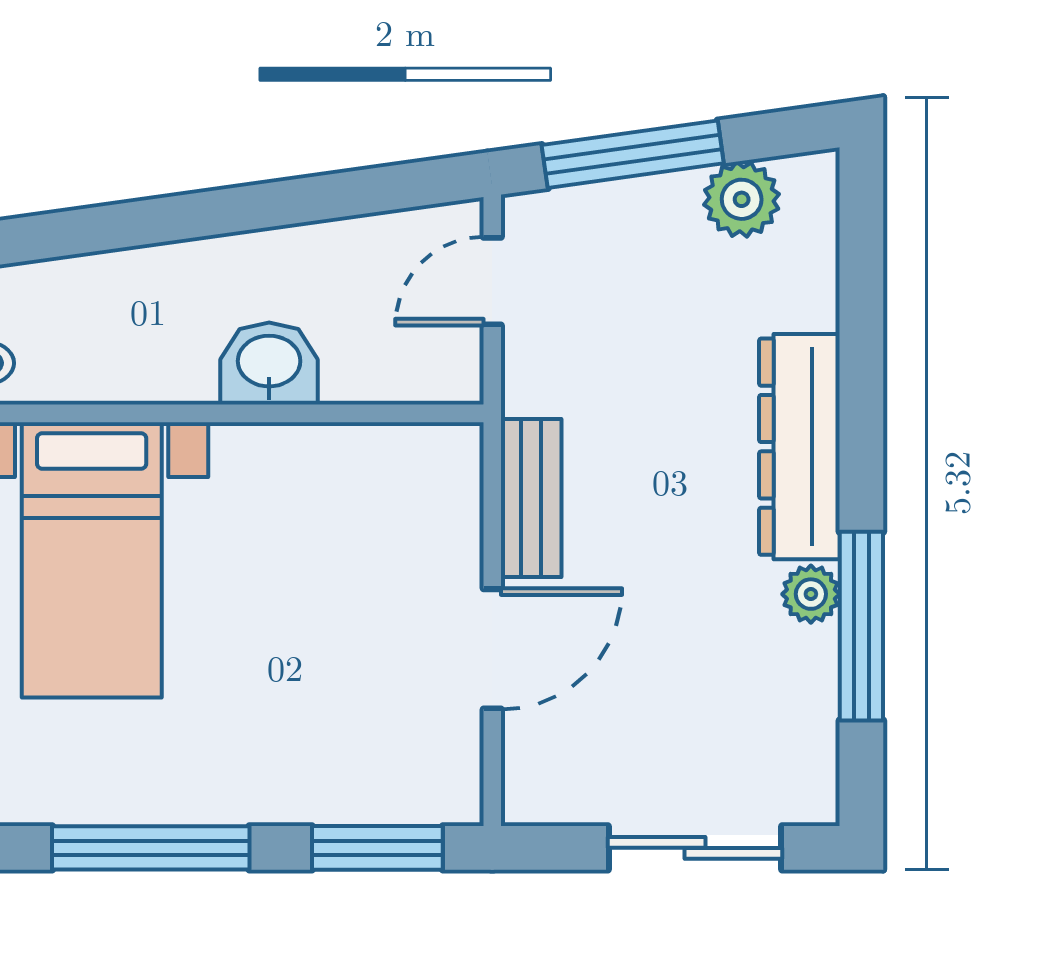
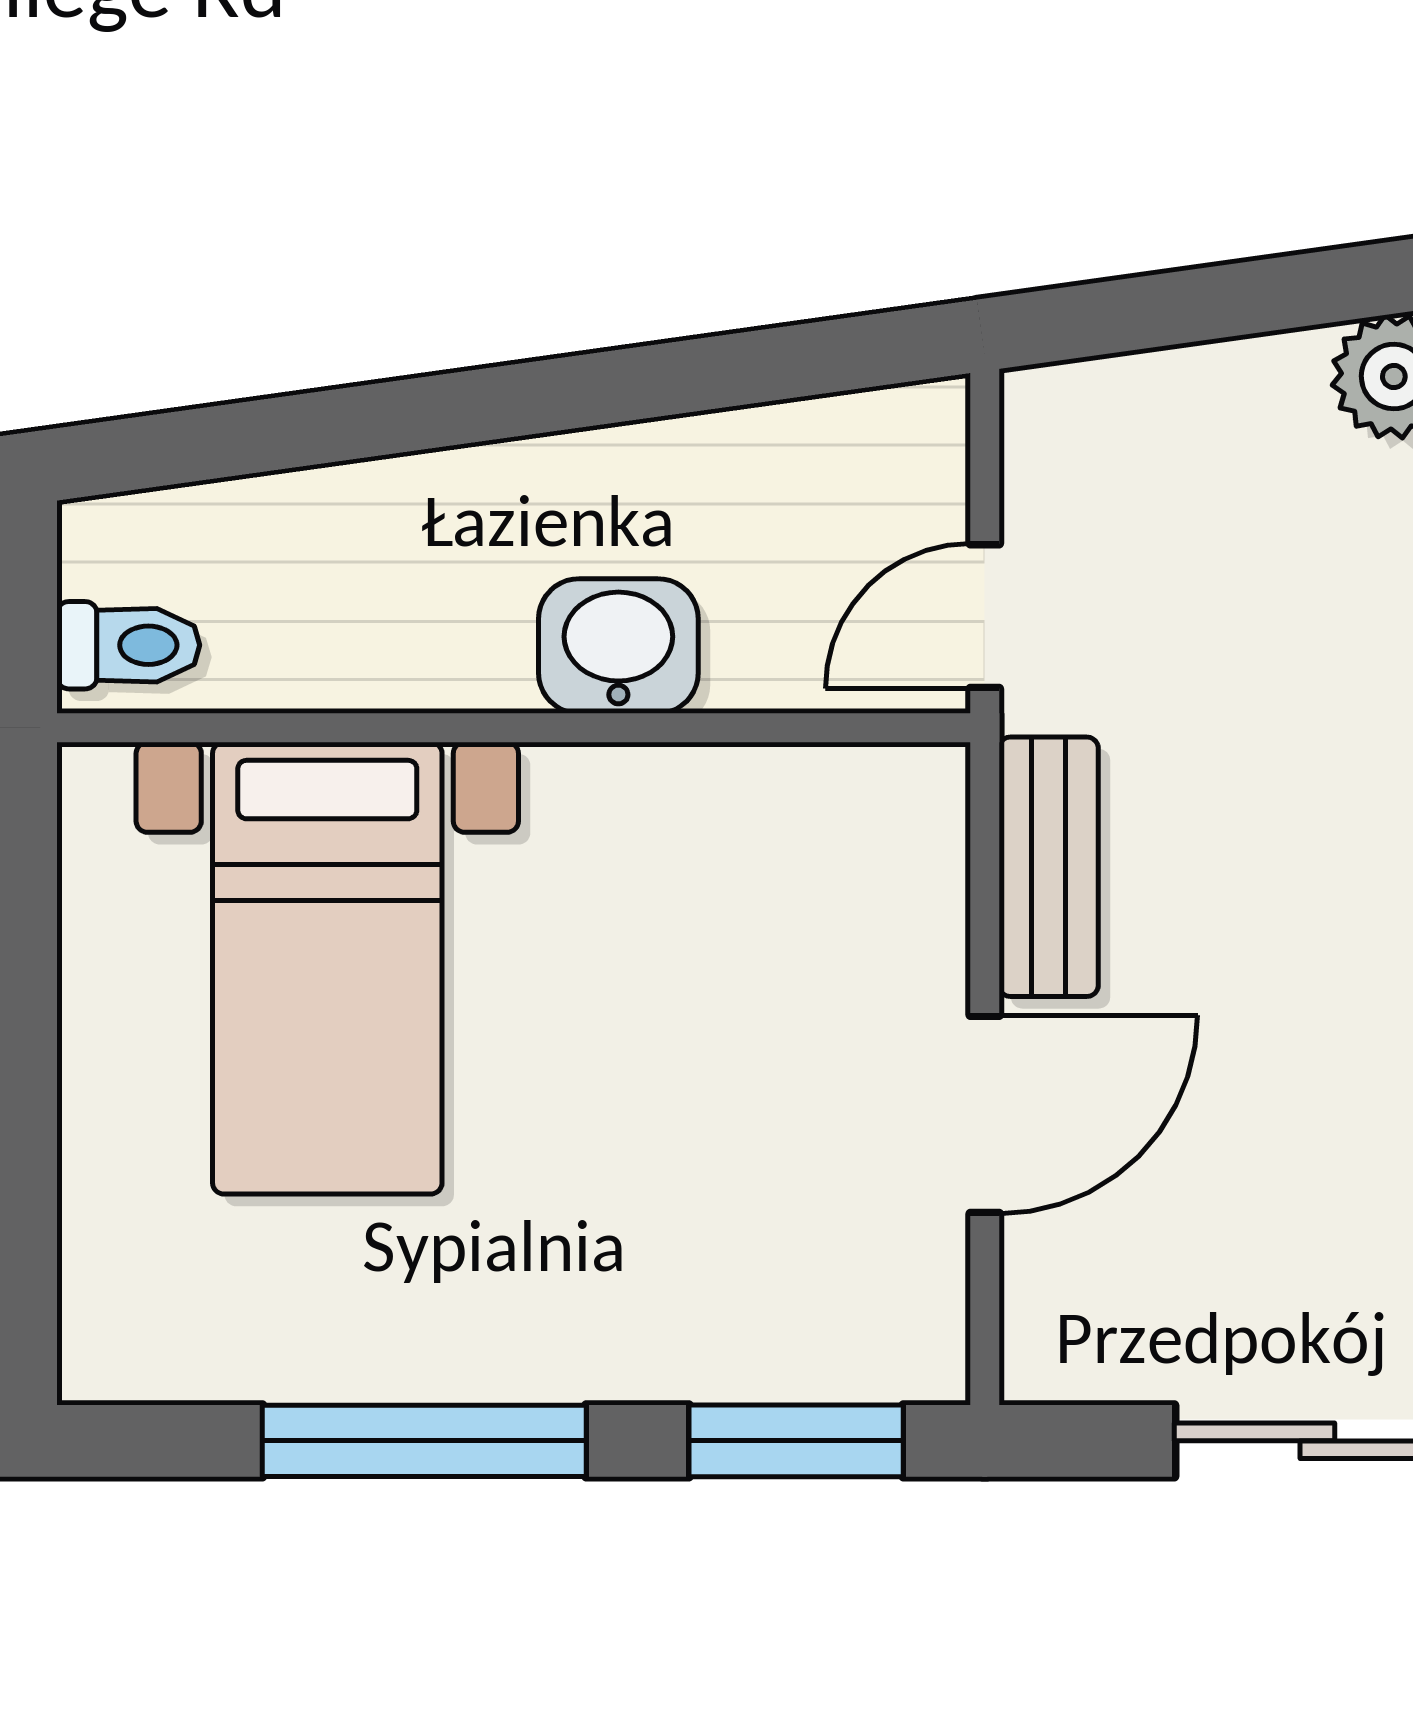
window: (633, 154) -> (1215, 302), removed
door: (492, 281) -> (985, 616), moved

